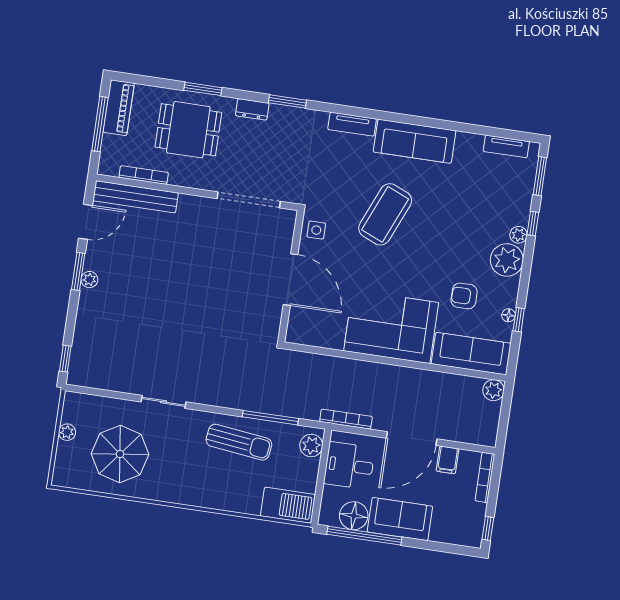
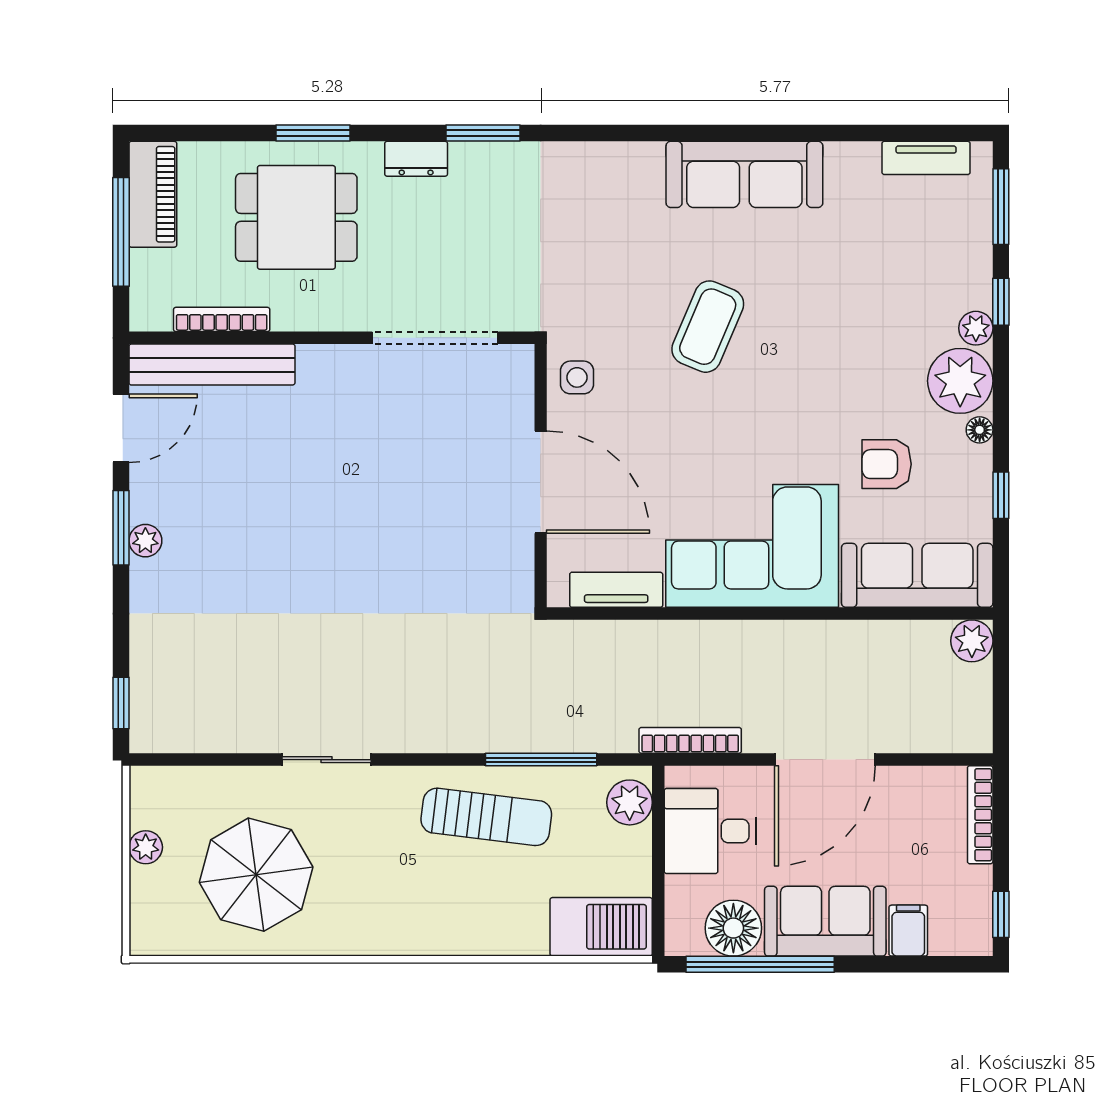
tv unit: (352, 124) -> (616, 590), moved, turned 180
coffee table: (385, 214) -> (708, 327), width x0.73, depth x0.76
floor lamp: (508, 315) -> (980, 430), moved
filing cabinet: (448, 460) -> (908, 931), moved, turned 180

